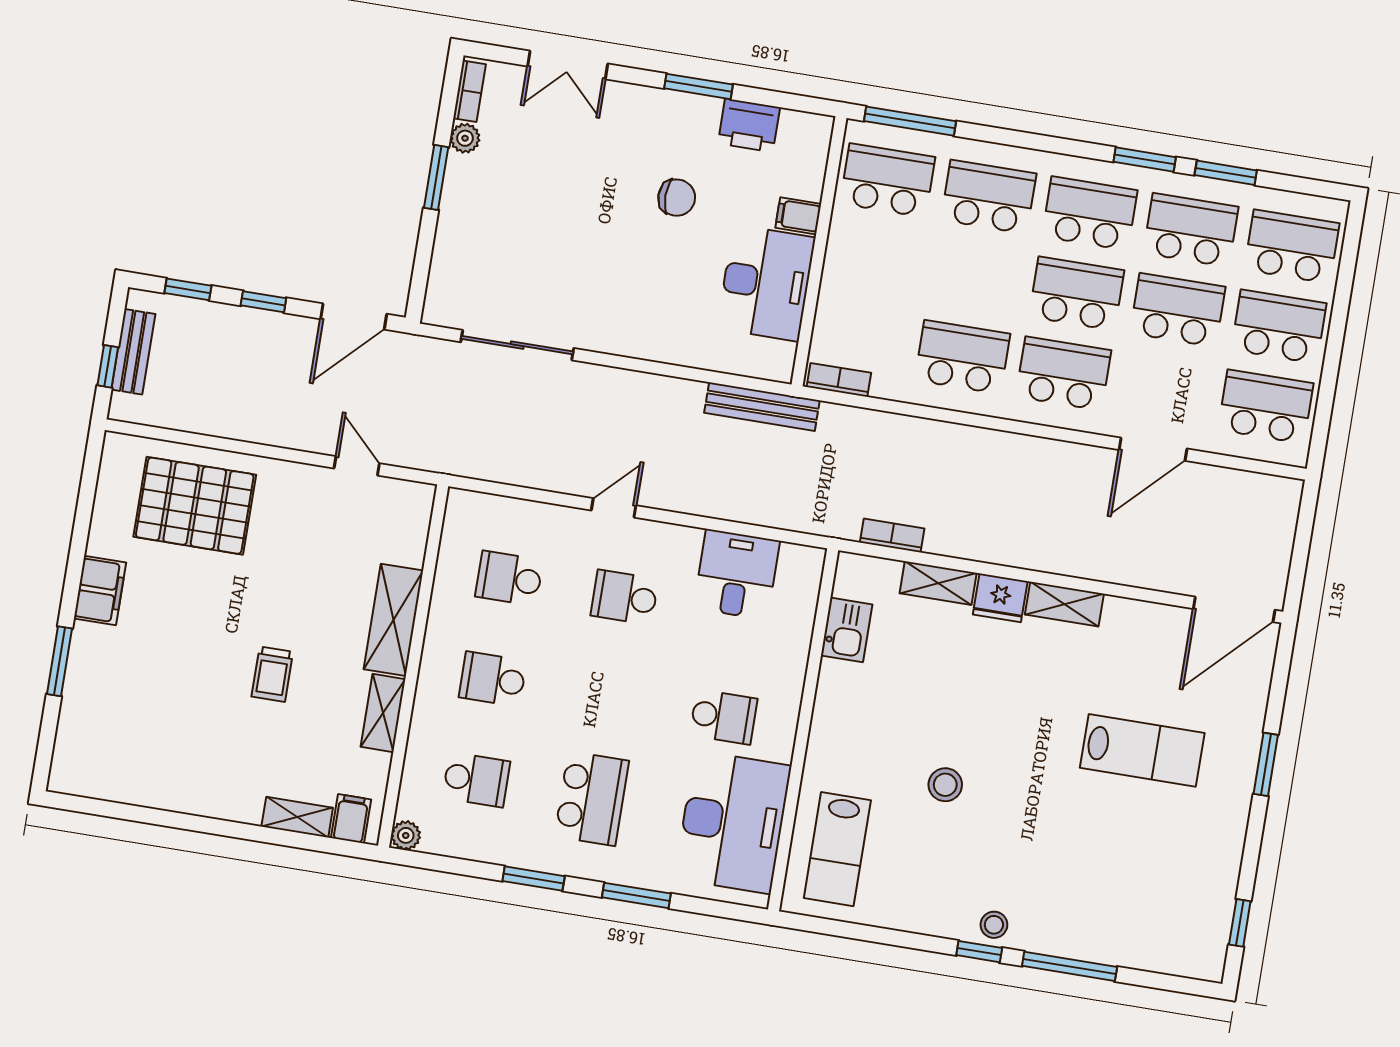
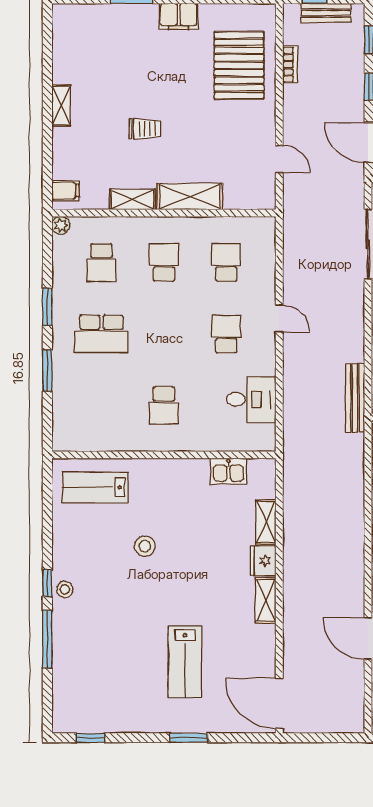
door: (357, 466) -> (279, 159), hinge flipped
bookcase: (892, 535) -> (290, 65), moved
trolley: (272, 674) -> (145, 129), turned 180
shelving: (297, 817) -> (61, 106), moved
desk: (733, 822) -> (101, 422), removed

